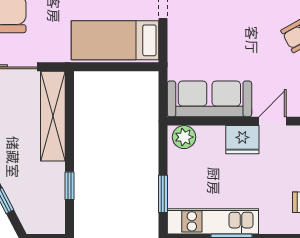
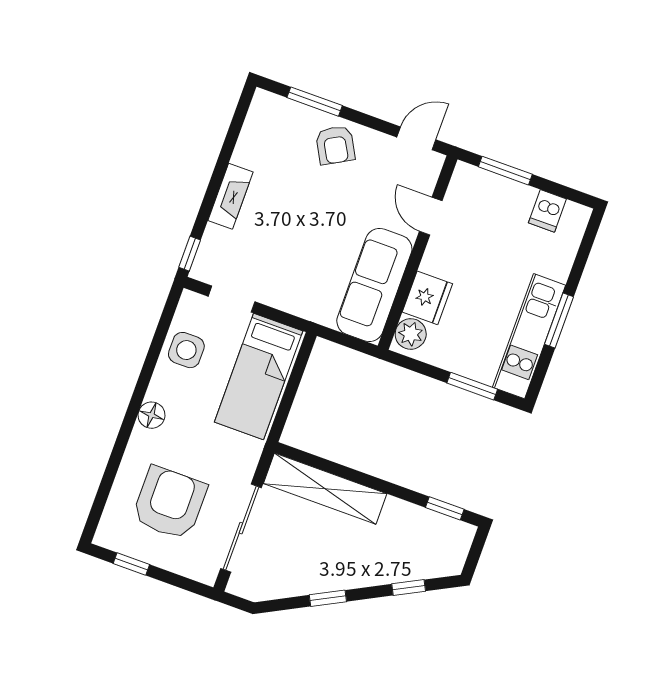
fridge: (242, 140) -> (427, 298), moved
window: (69, 186) -> (445, 508), moved

